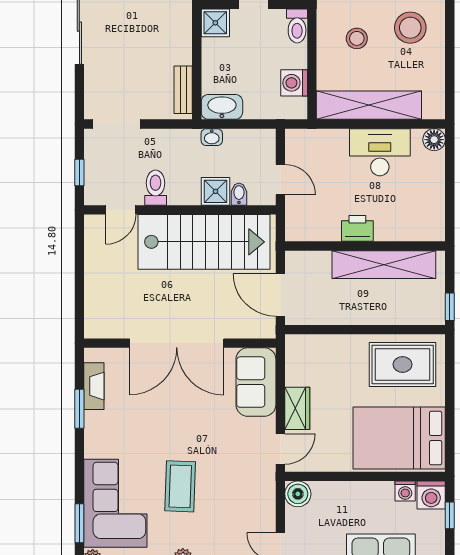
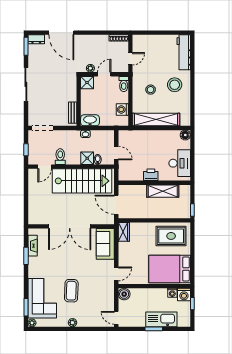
desk: (380, 152) -> (180, 163), moved, turned 90
shelving: (384, 265) -> (163, 191), width x0.68
wardrobe: (297, 408) -> (124, 232), moved

